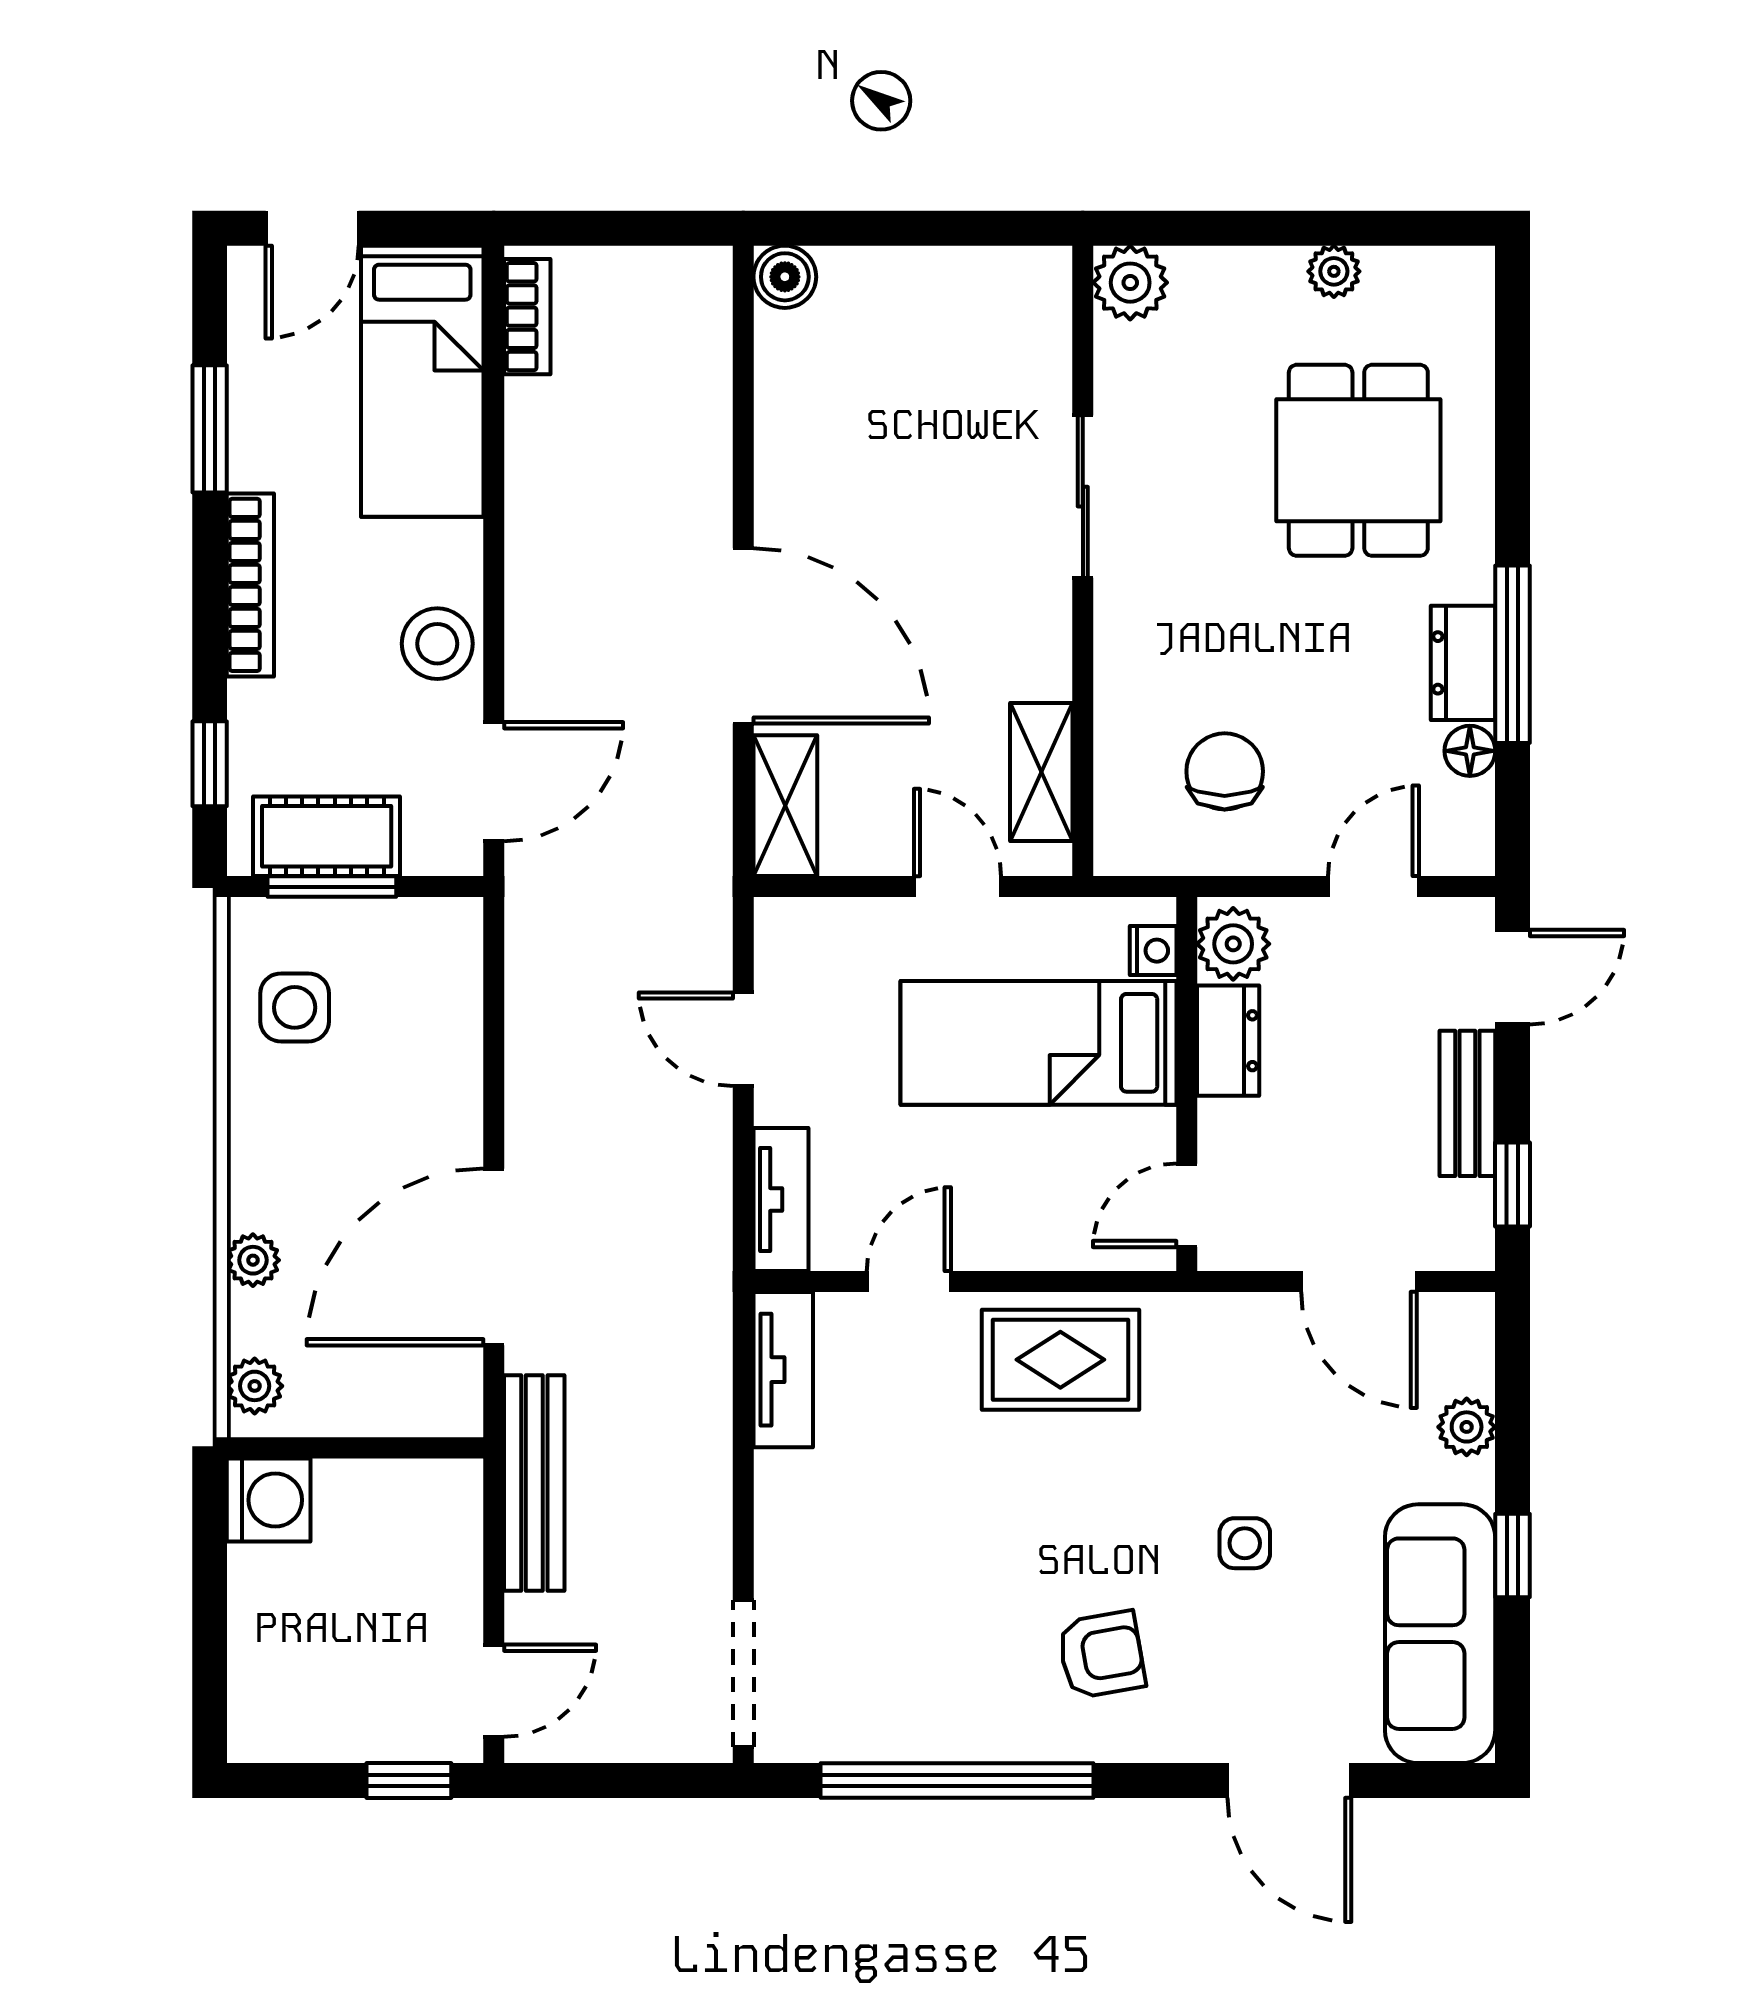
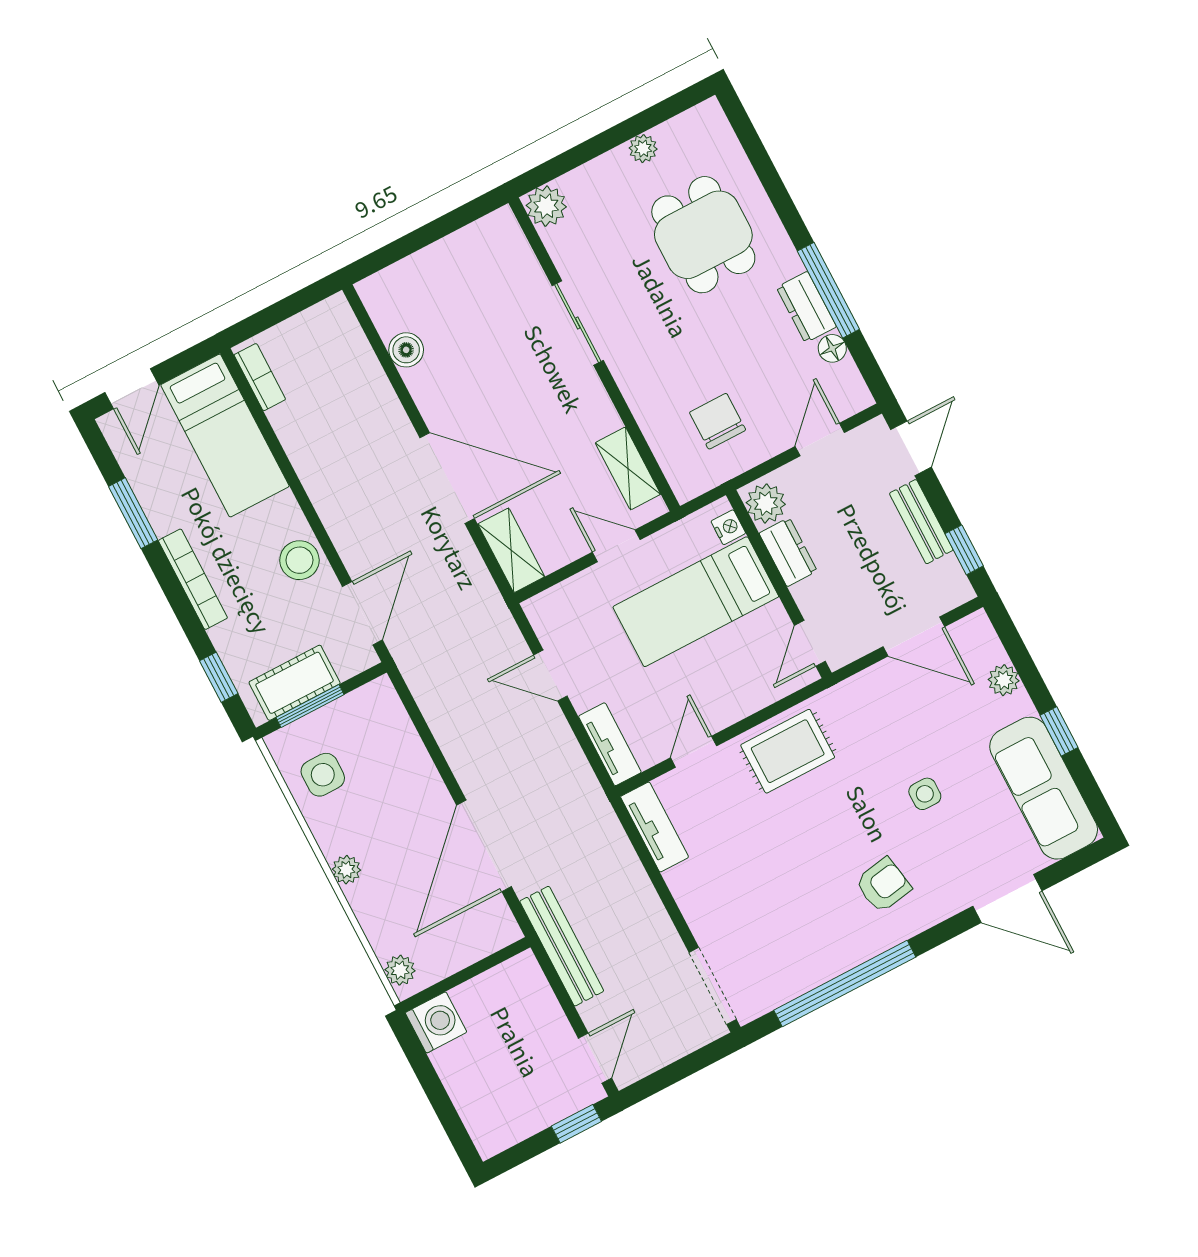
boiler: (785, 277) -> (406, 350), moved
plant: (253, 1260) -> (346, 870), moved

